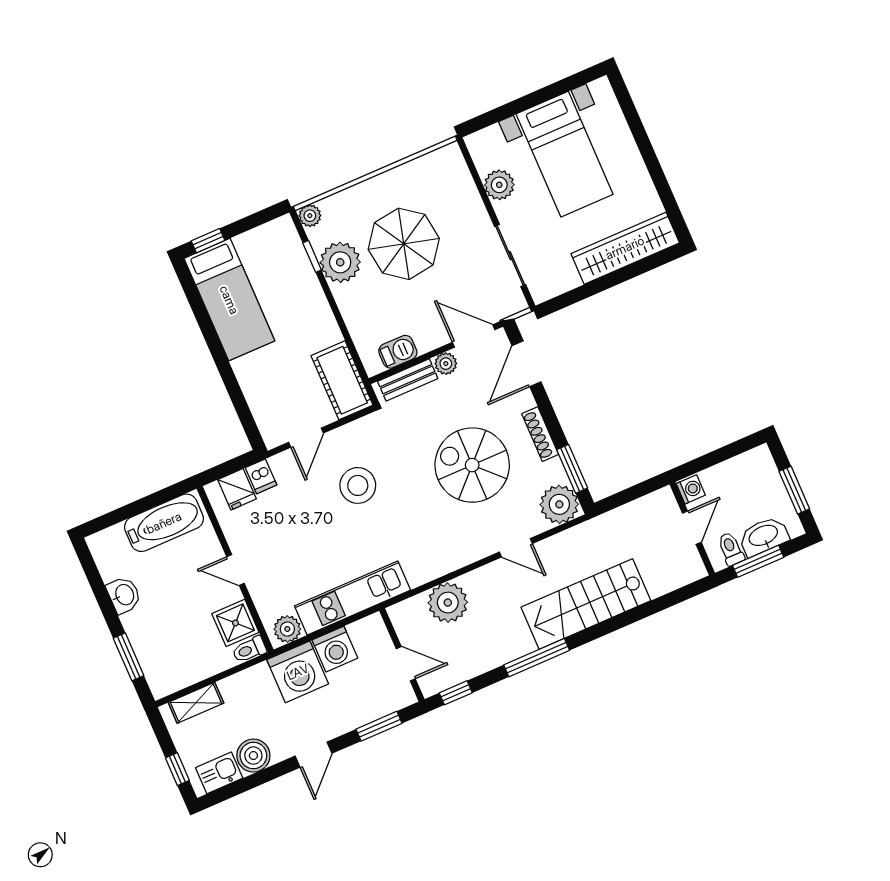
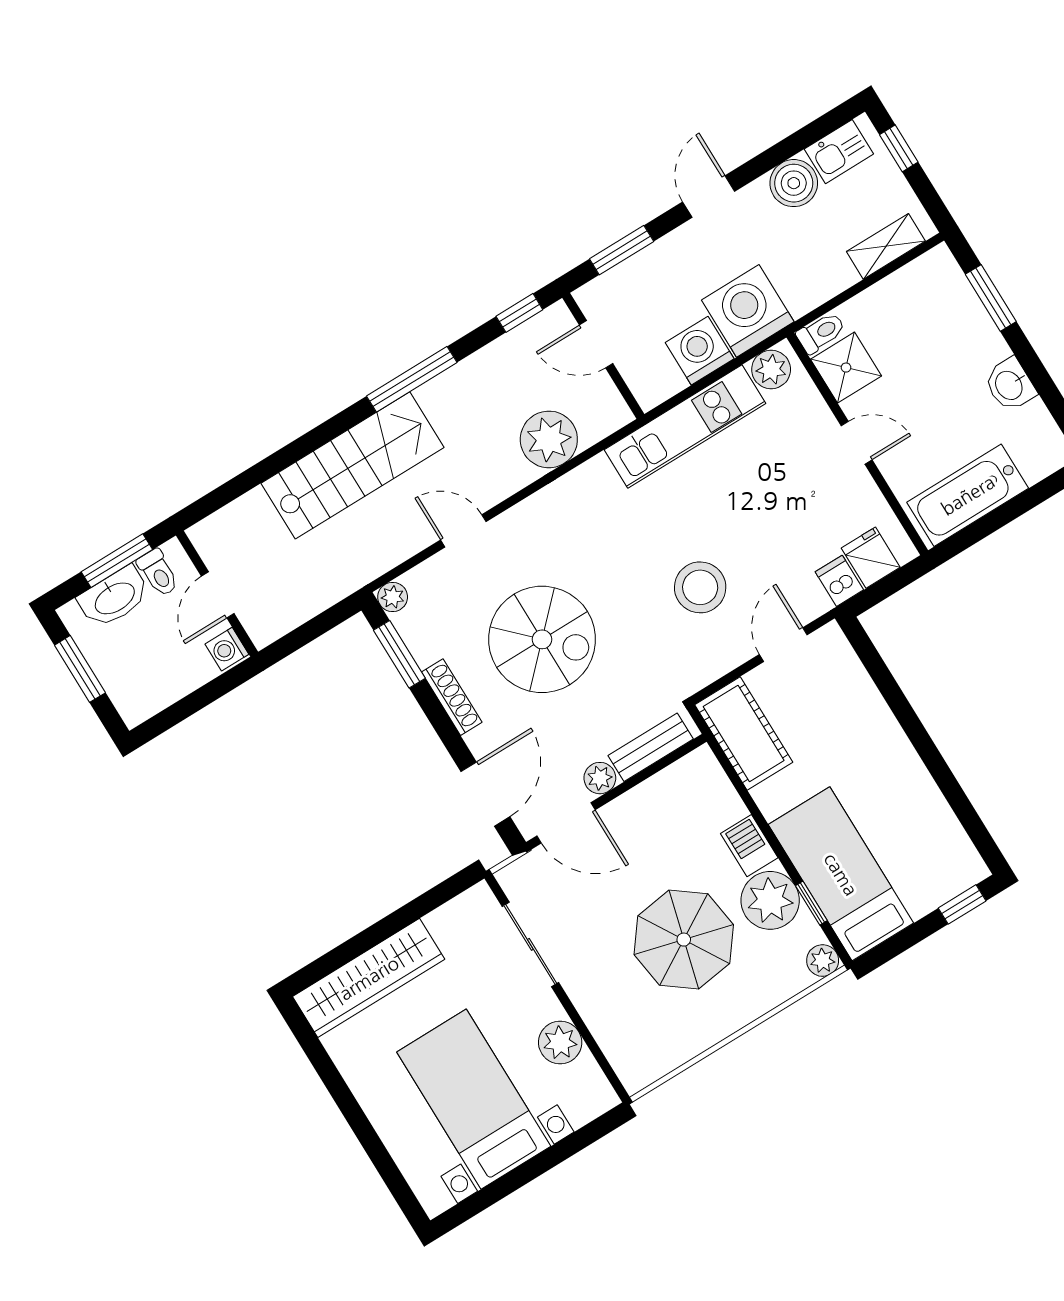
bed: (229, 300) -> (841, 874), moved
barbecue: (398, 352) -> (749, 846), moved, turned 90
plant: (559, 504) -> (393, 597), width x0.53, depth x0.53

